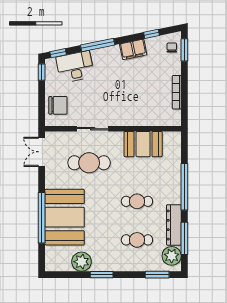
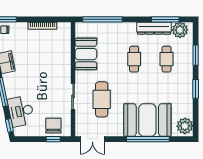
window: (42, 72) -> (53, 139), moved
window: (184, 187) -> (102, 19), moved
plant: (81, 262) -> (185, 126), moved
window: (157, 275) -> (196, 55), moved

